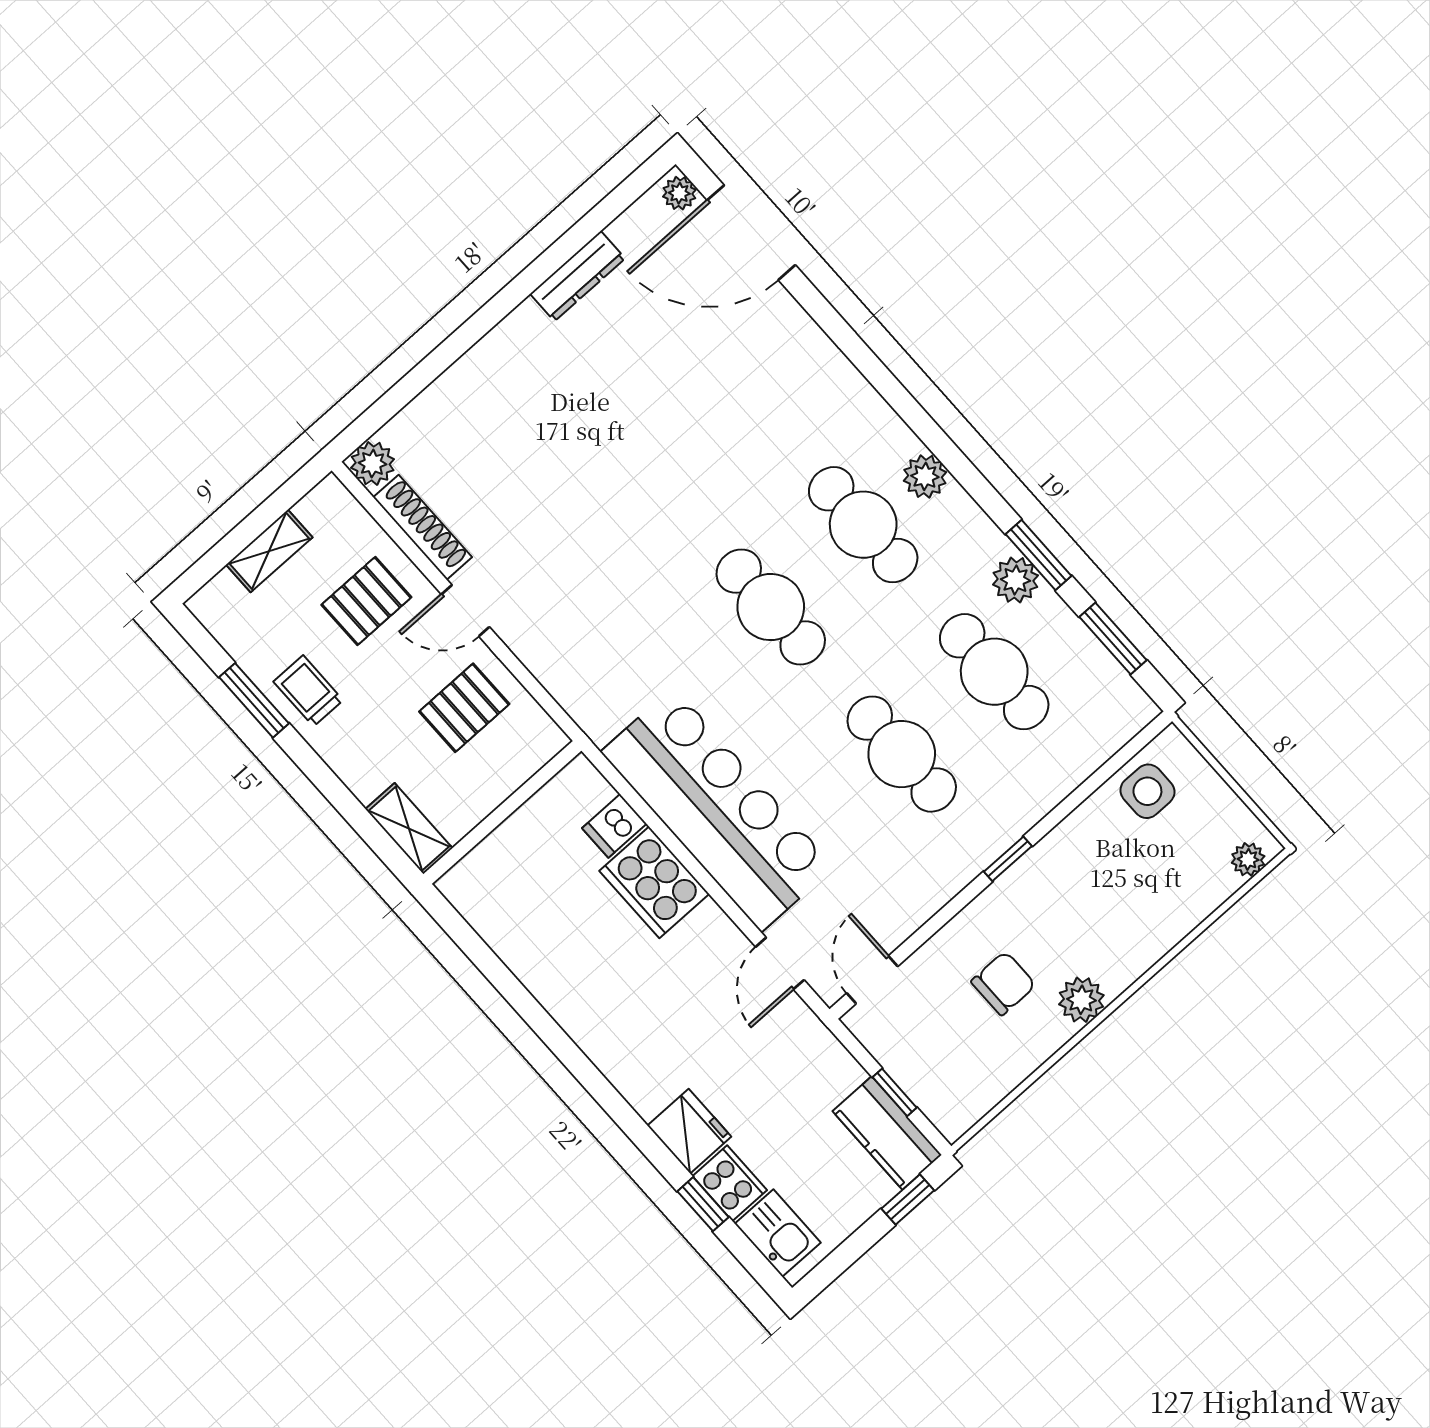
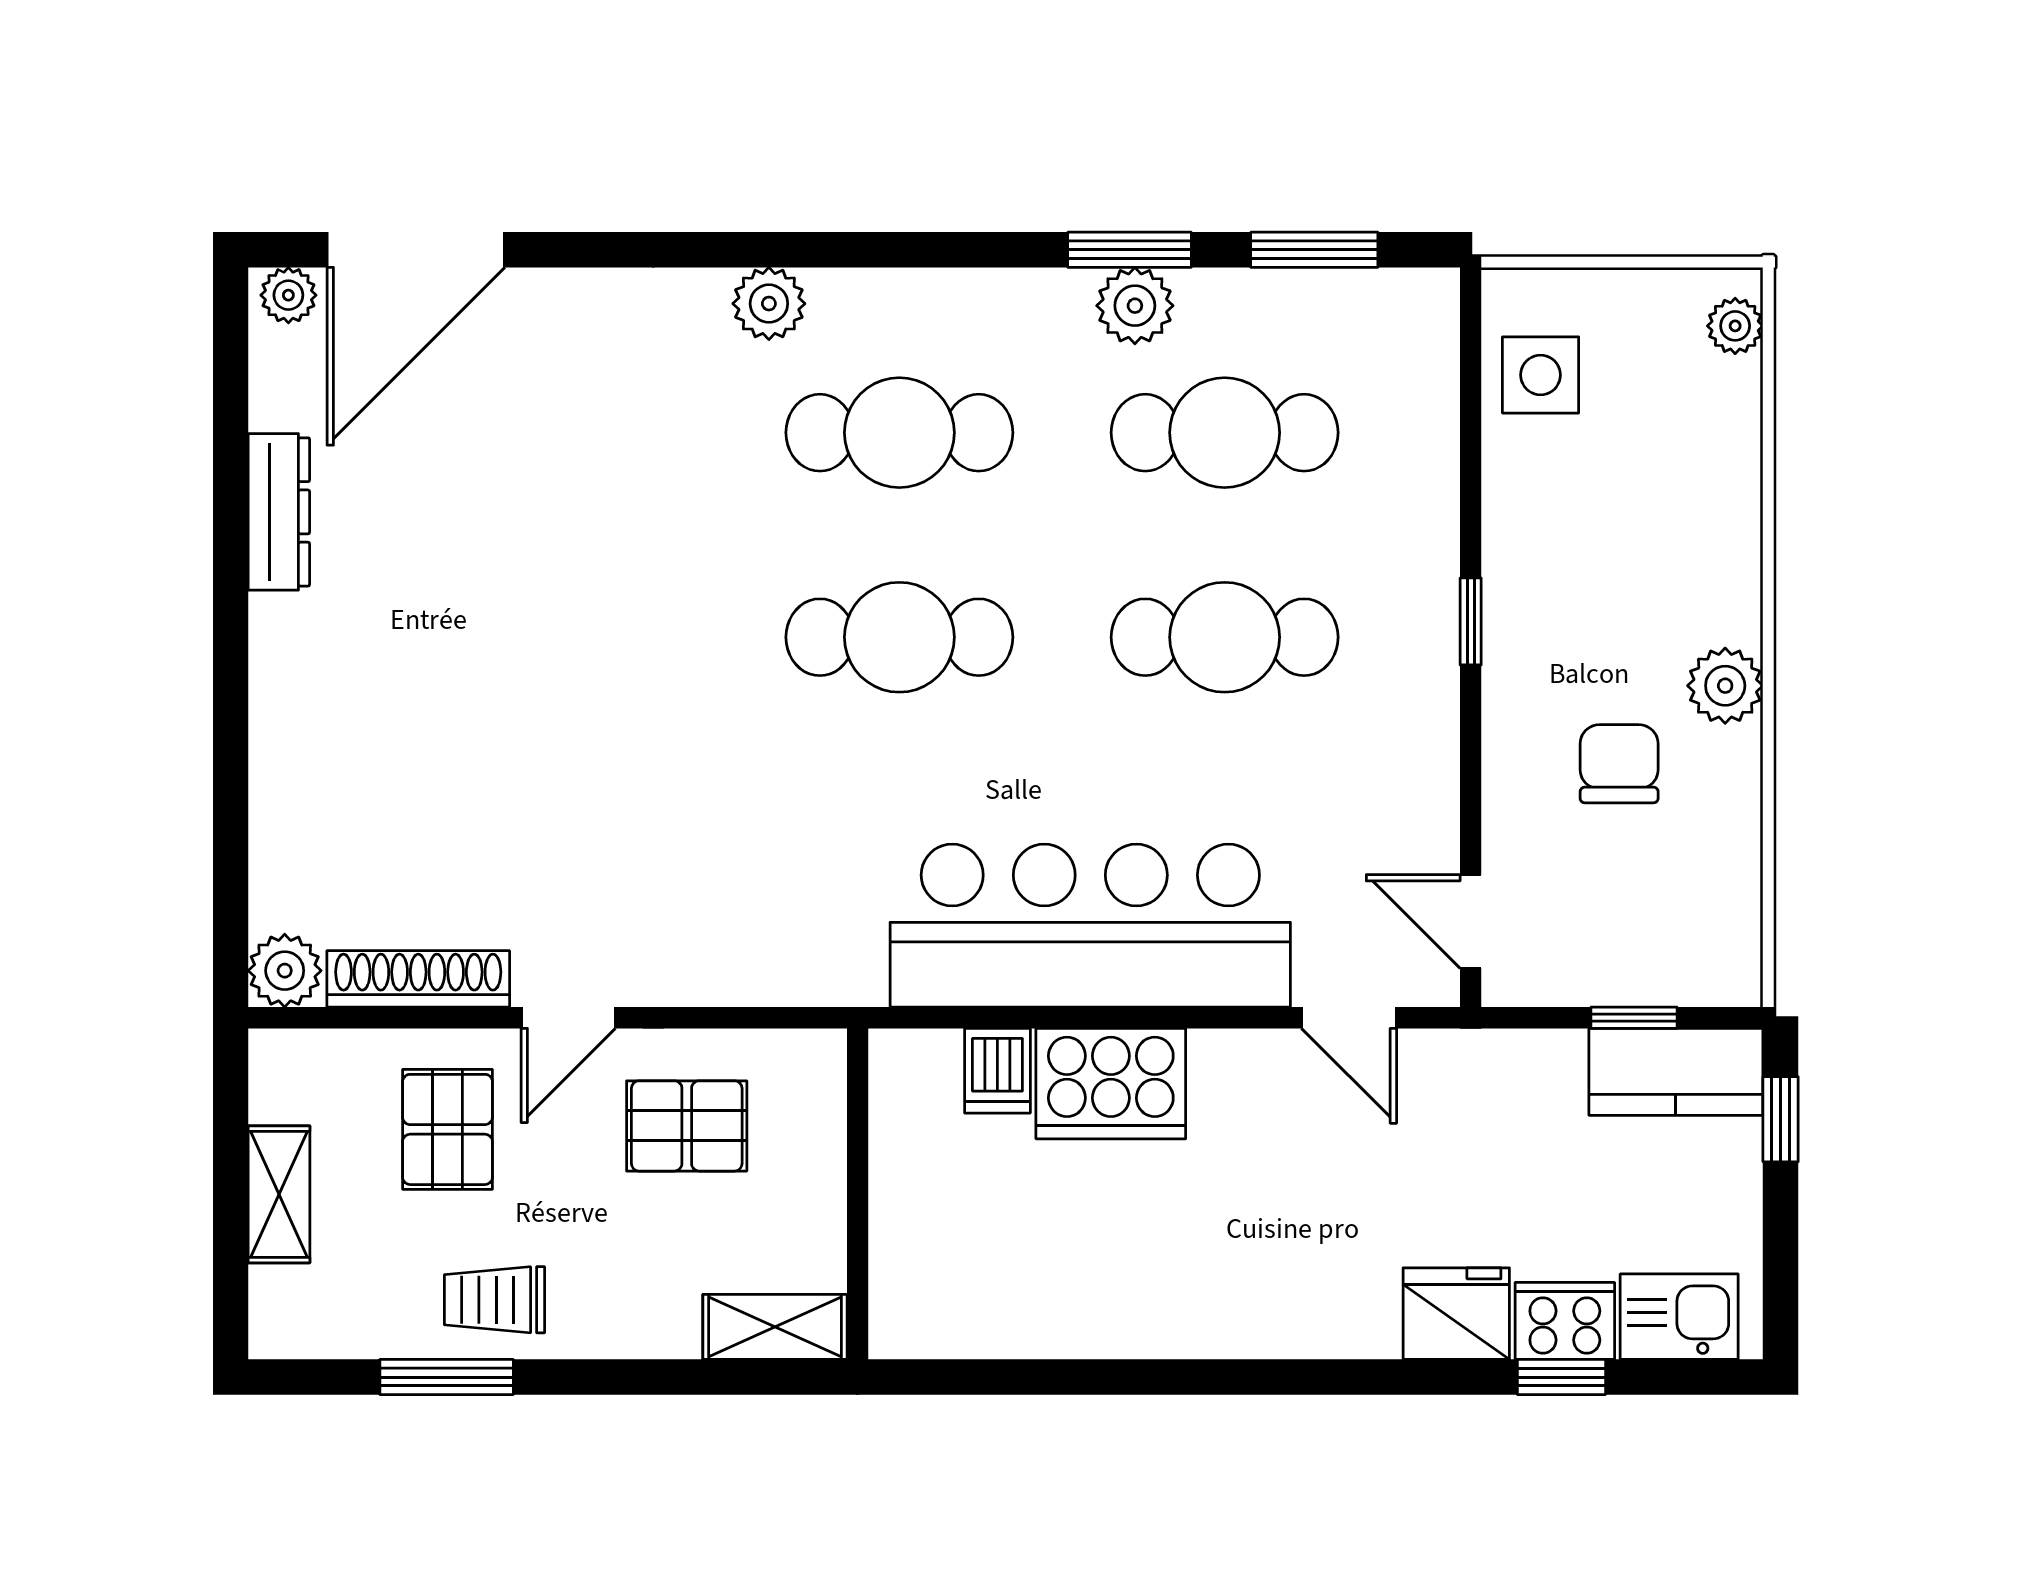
plant: (925, 476) -> (769, 304), moved
pallet: (464, 708) -> (687, 1126), turned 90

